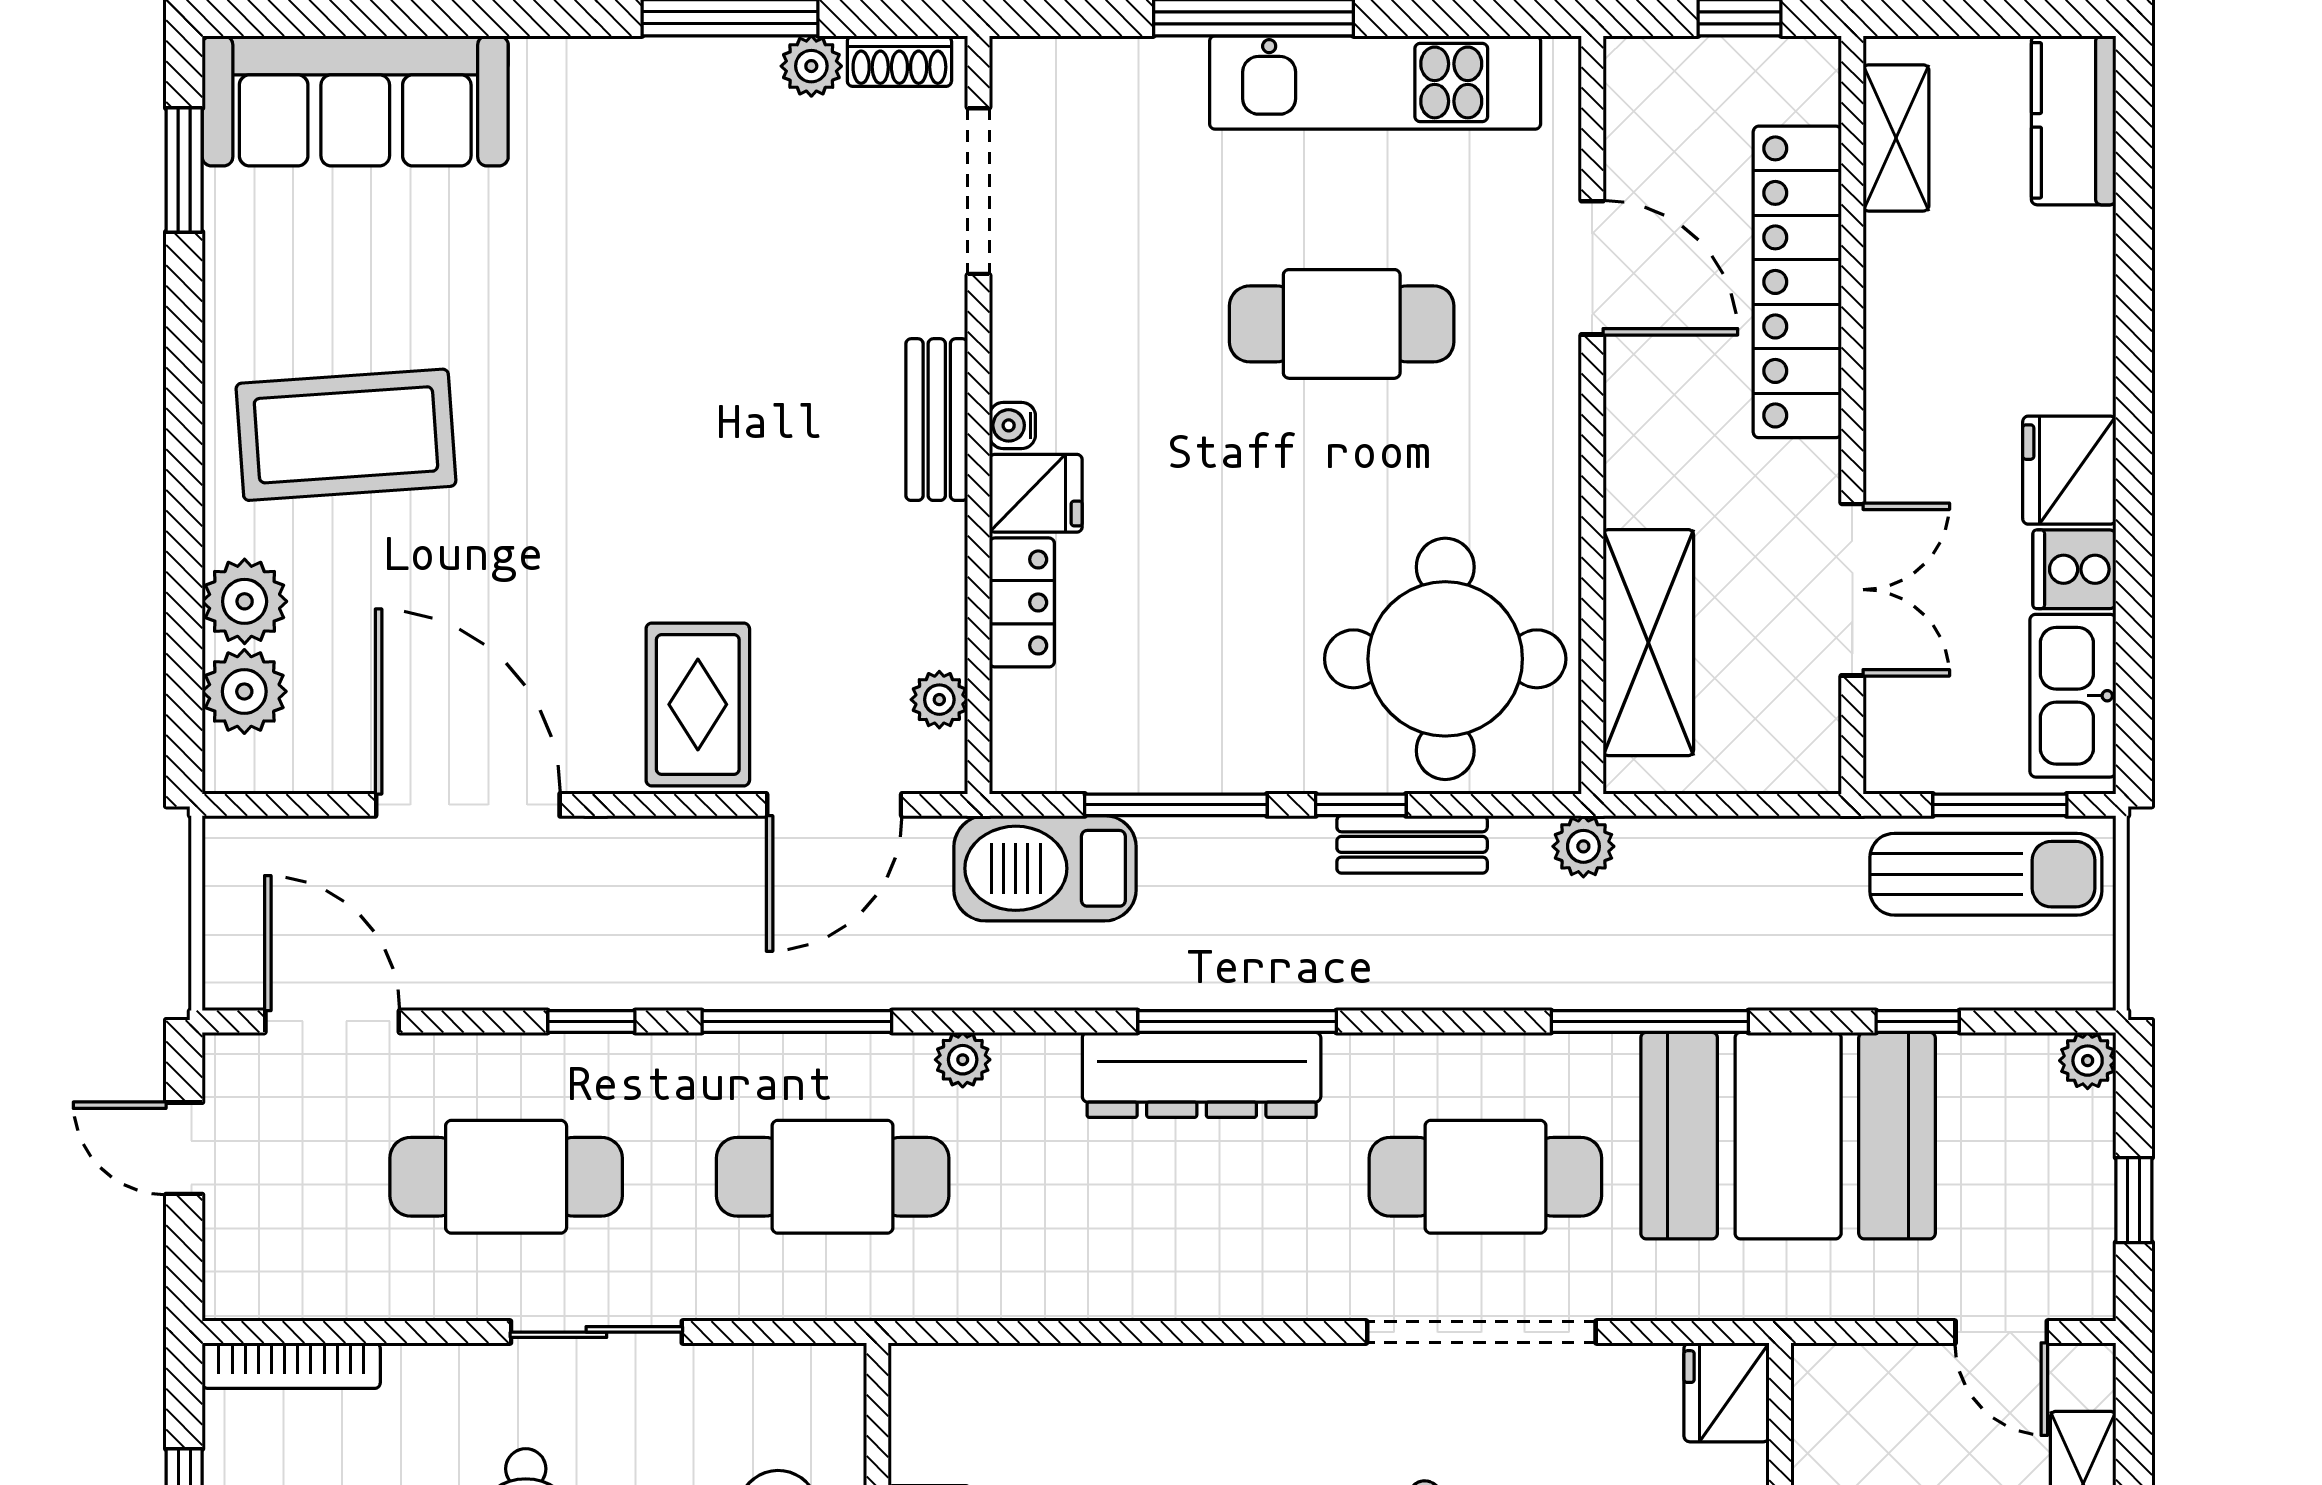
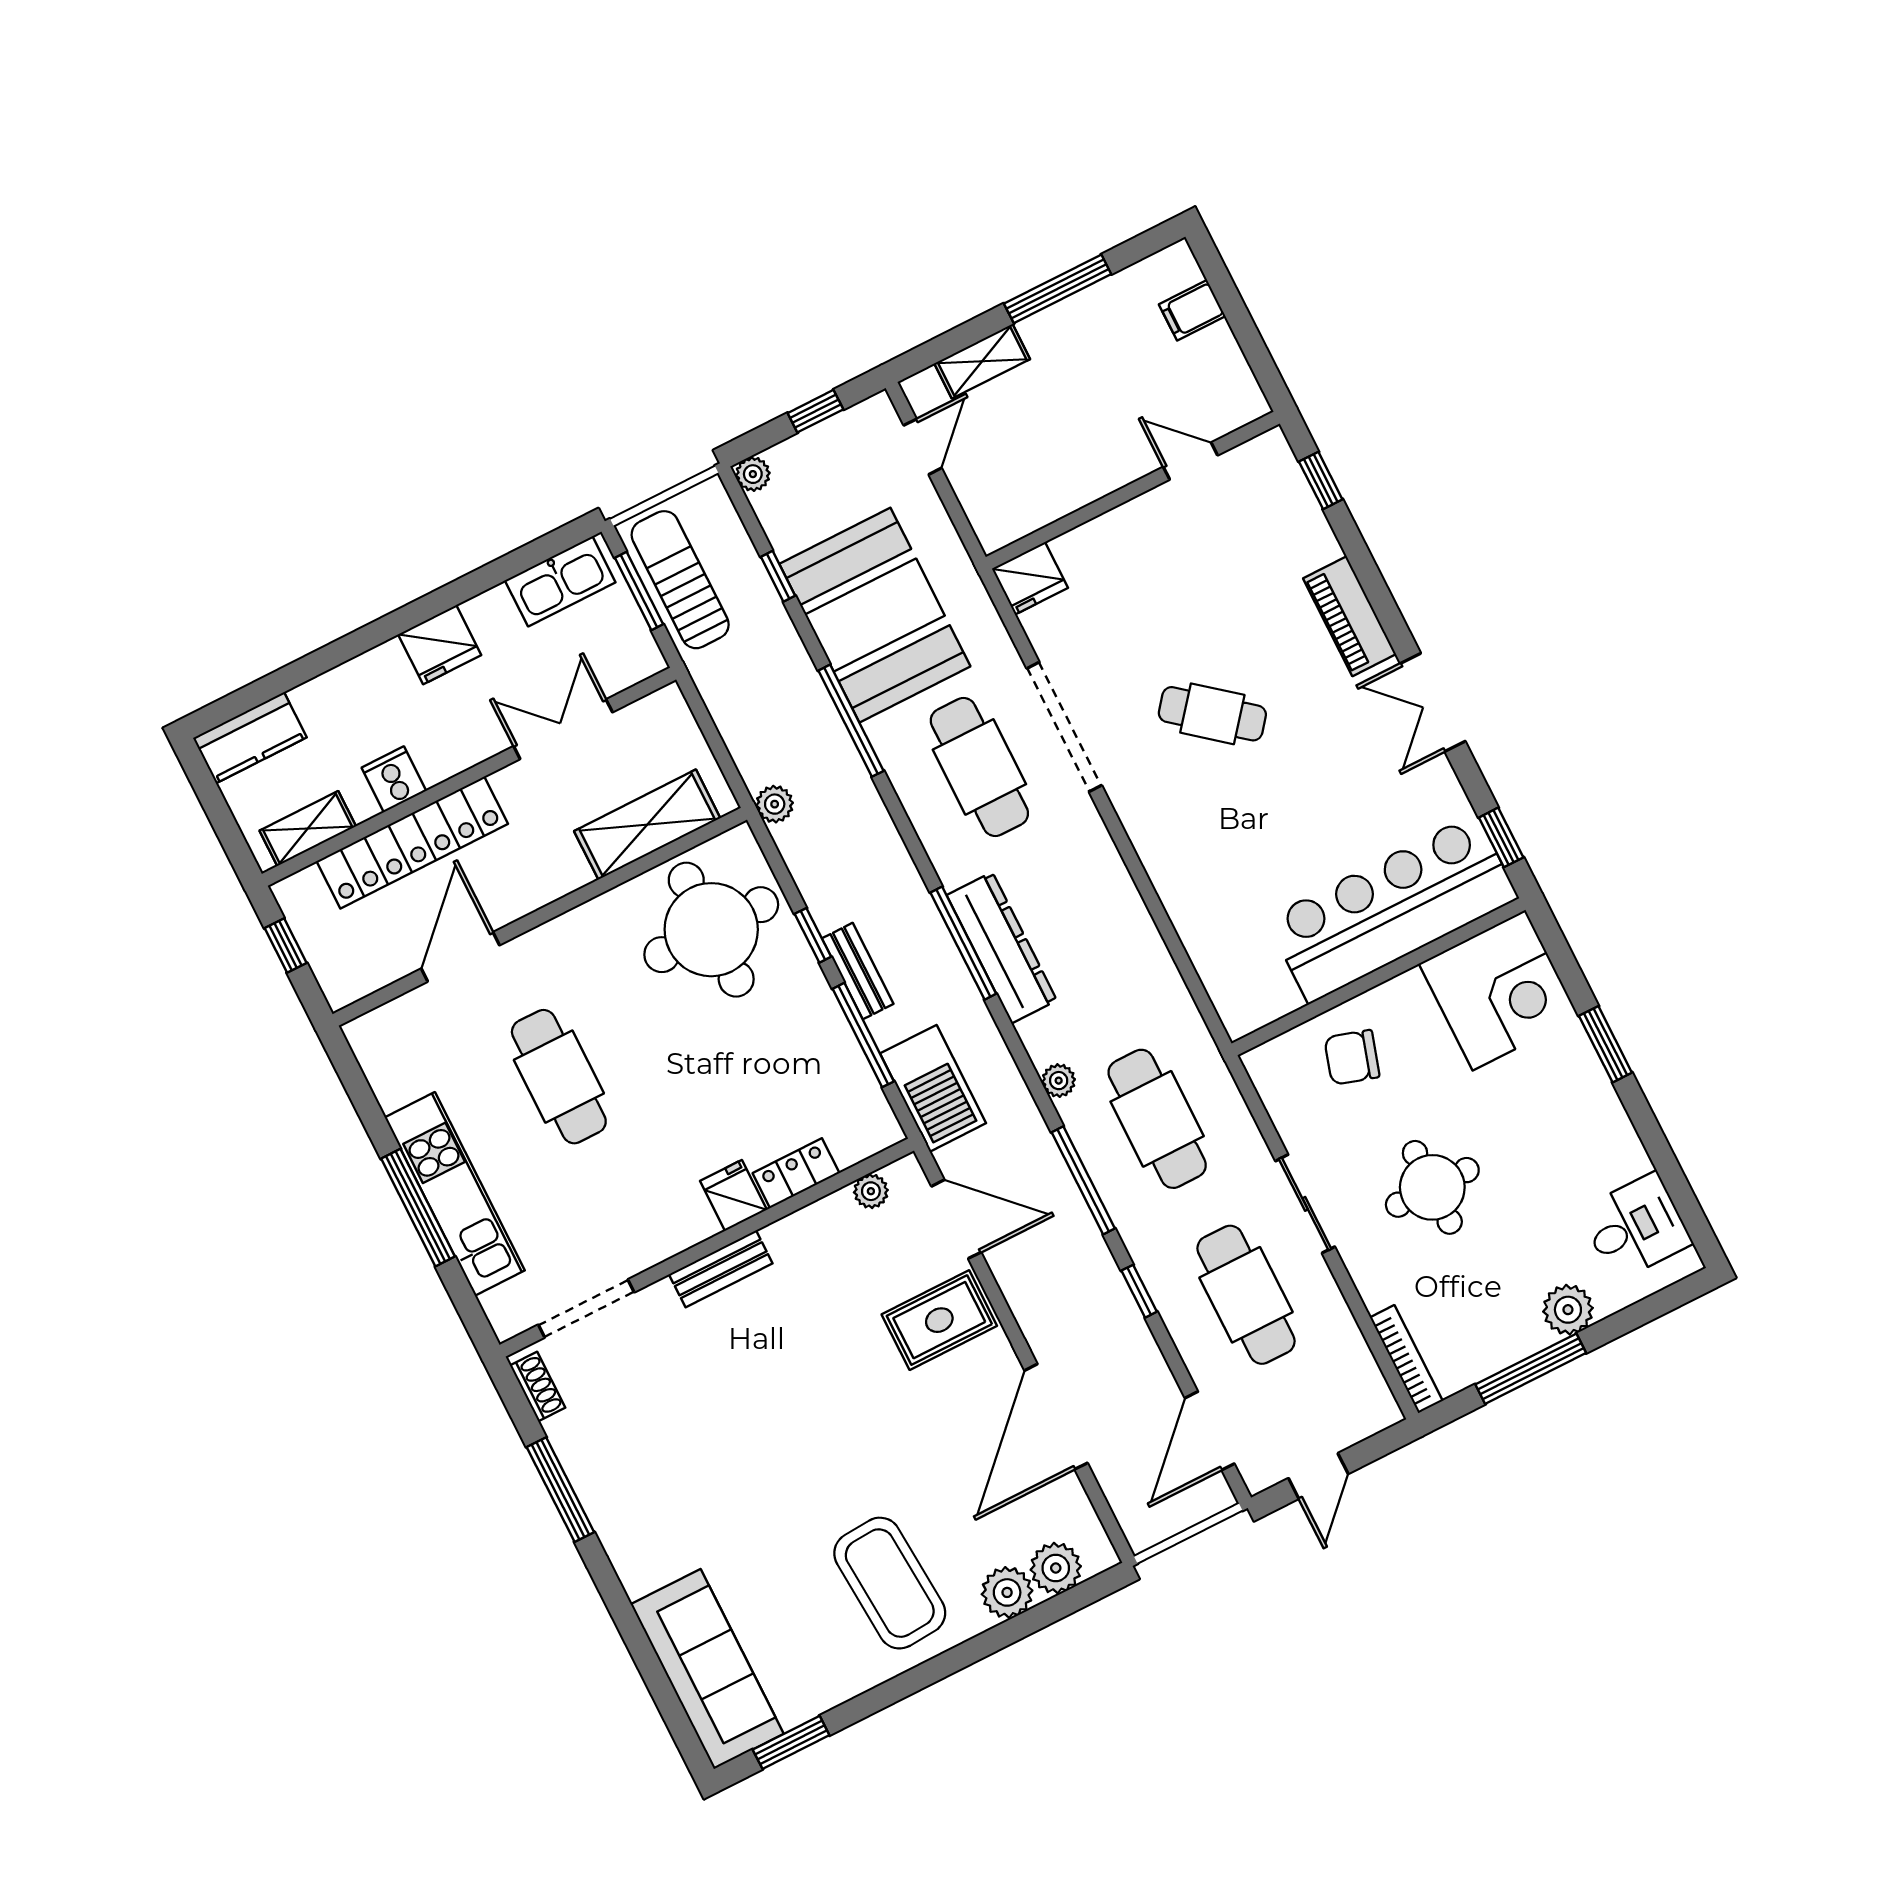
plant: (811, 66) -> (564, 1433), removed
kitchen unit: (1375, 82) -> (455, 1194), moved
water cooler: (1012, 425) -> (703, 1226), removed
cooker: (2074, 569) -> (394, 779), moved, turned 180
bench: (1412, 844) -> (858, 971), moved

